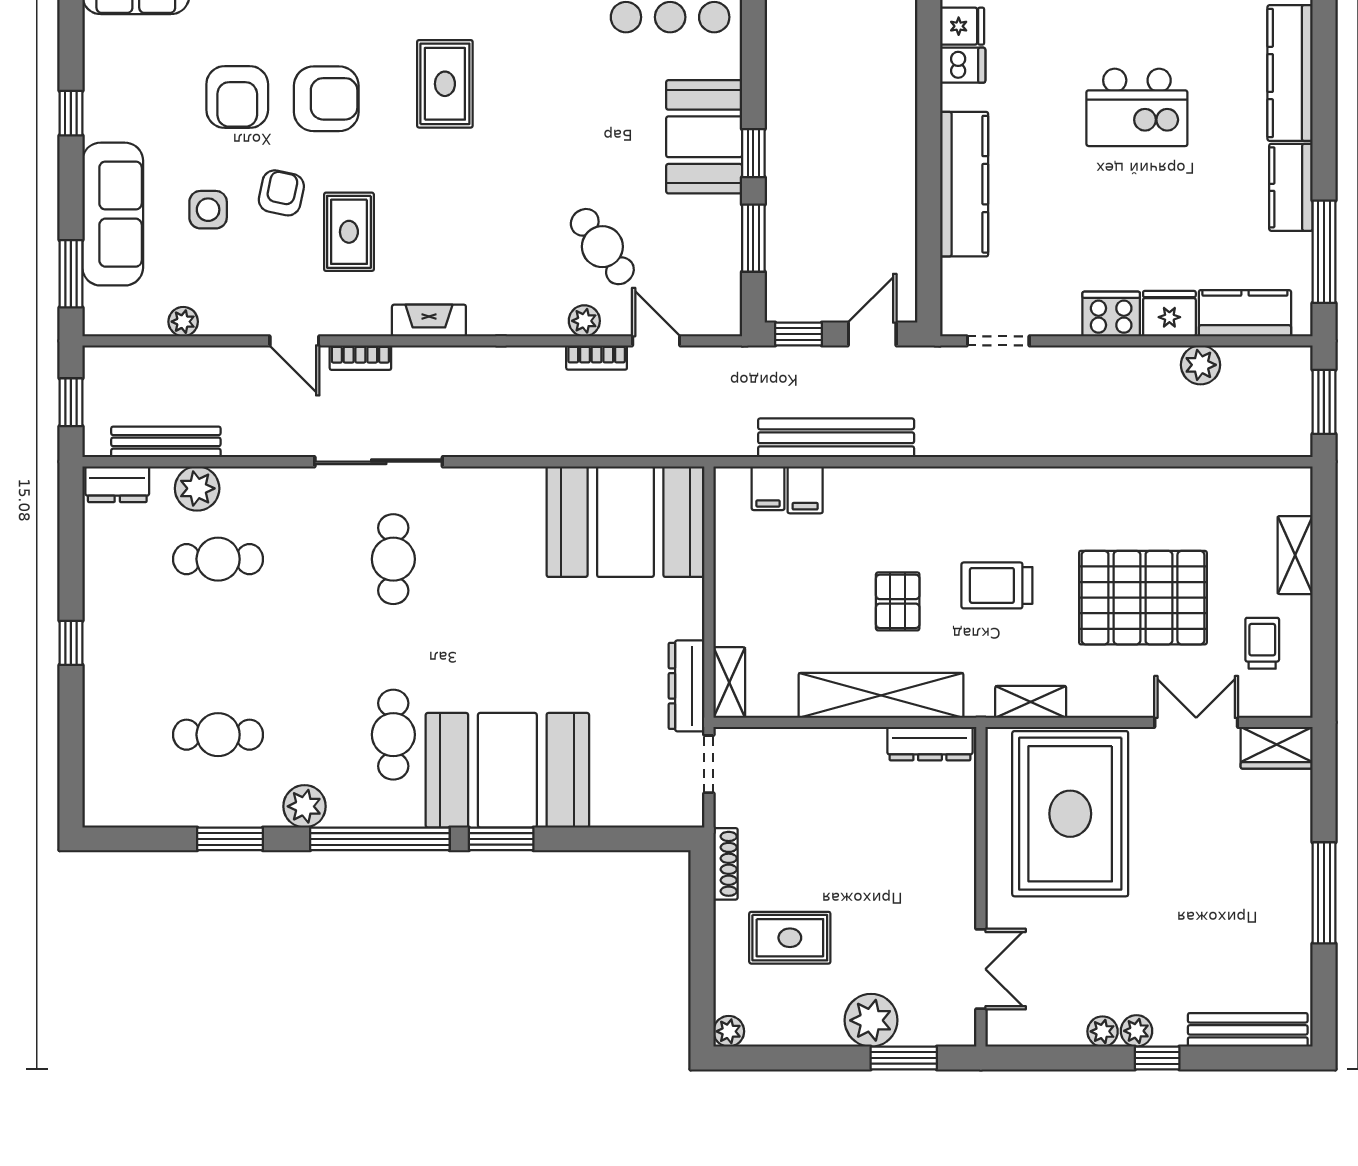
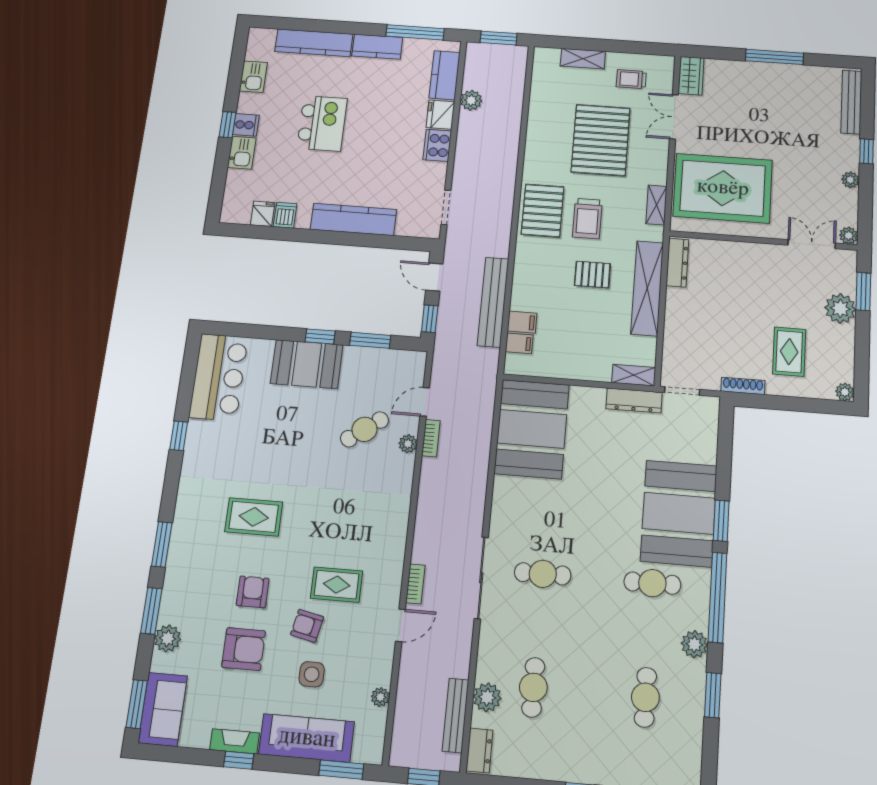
armchair: (326, 99) -> (253, 592), width x0.72, depth x0.72
fireplace: (429, 320) -> (235, 741), moved, turned 90
pallet: (1005, 508) -> (543, 211), added
plant: (1136, 1031) -> (849, 236), moved

